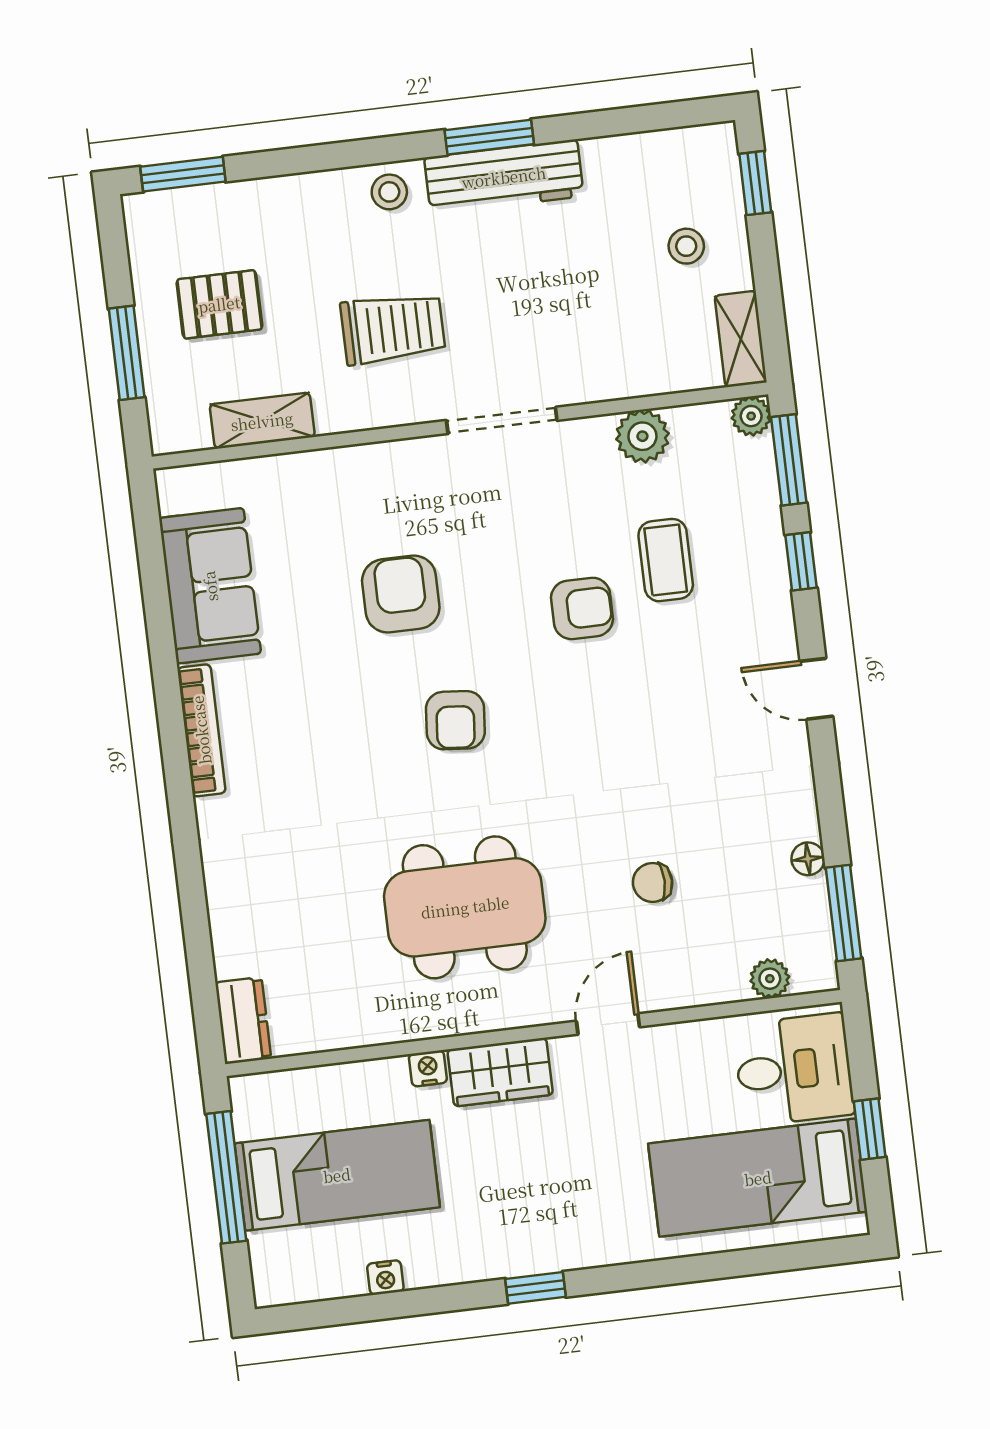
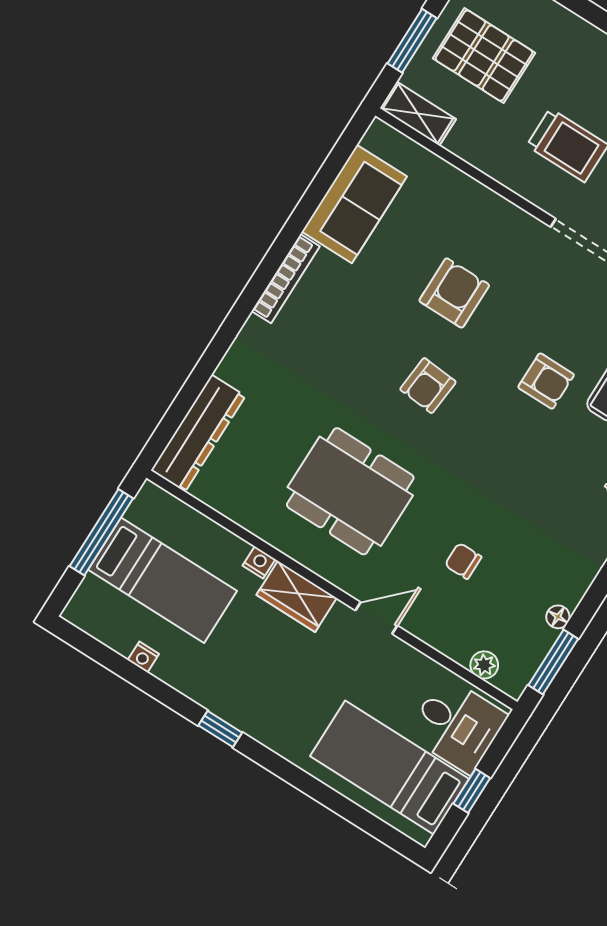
pallet: (219, 304) -> (484, 56), width x1.50, depth x1.42
shelving: (262, 421) -> (418, 114), moved
dresser: (243, 1020) -> (198, 433), width x1.96, depth x1.24

